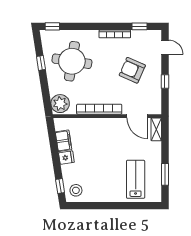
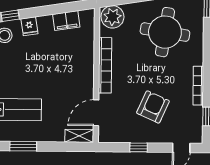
fridge: (66, 158) -> (29, 26), moved

